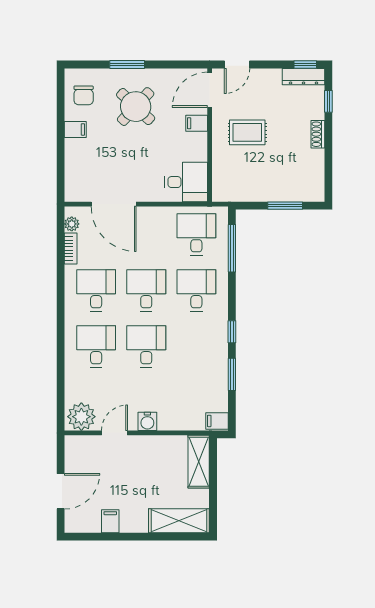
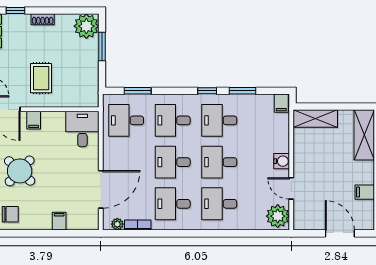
filing cabinet: (75, 129) -> (59, 221), moved
plant: (310, 187) -> (86, 26), added
window: (232, 248) -> (138, 91), width x0.69
desk: (196, 346) -> (219, 120), added

